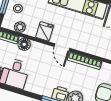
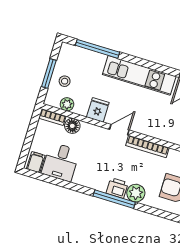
door: (62, 47) -> (119, 130), swing flipped

